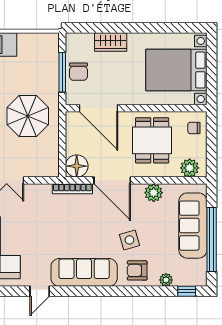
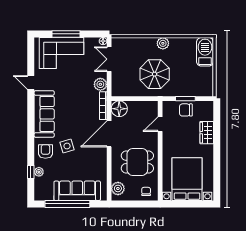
window: (62, 72) -> (185, 99), width x0.69
door: (99, 108) -> (160, 124), width x0.53
plant: (154, 193) -> (100, 84), moved
window: (187, 291) -> (31, 172), moved

